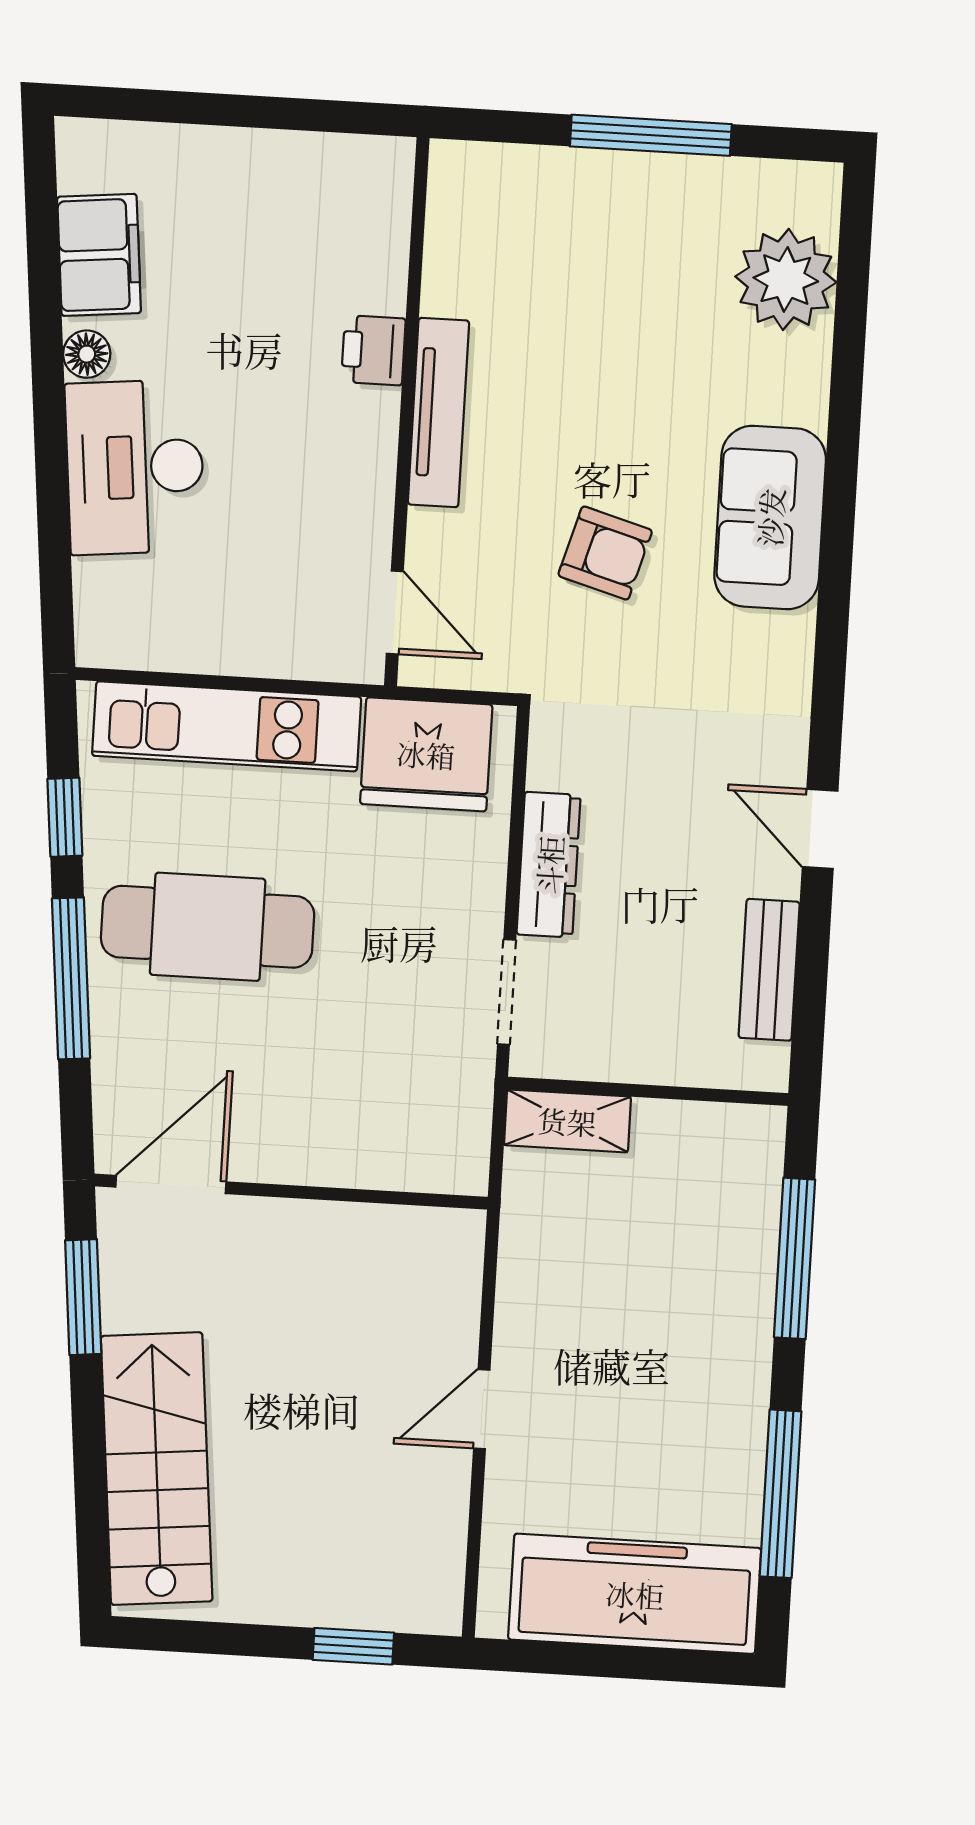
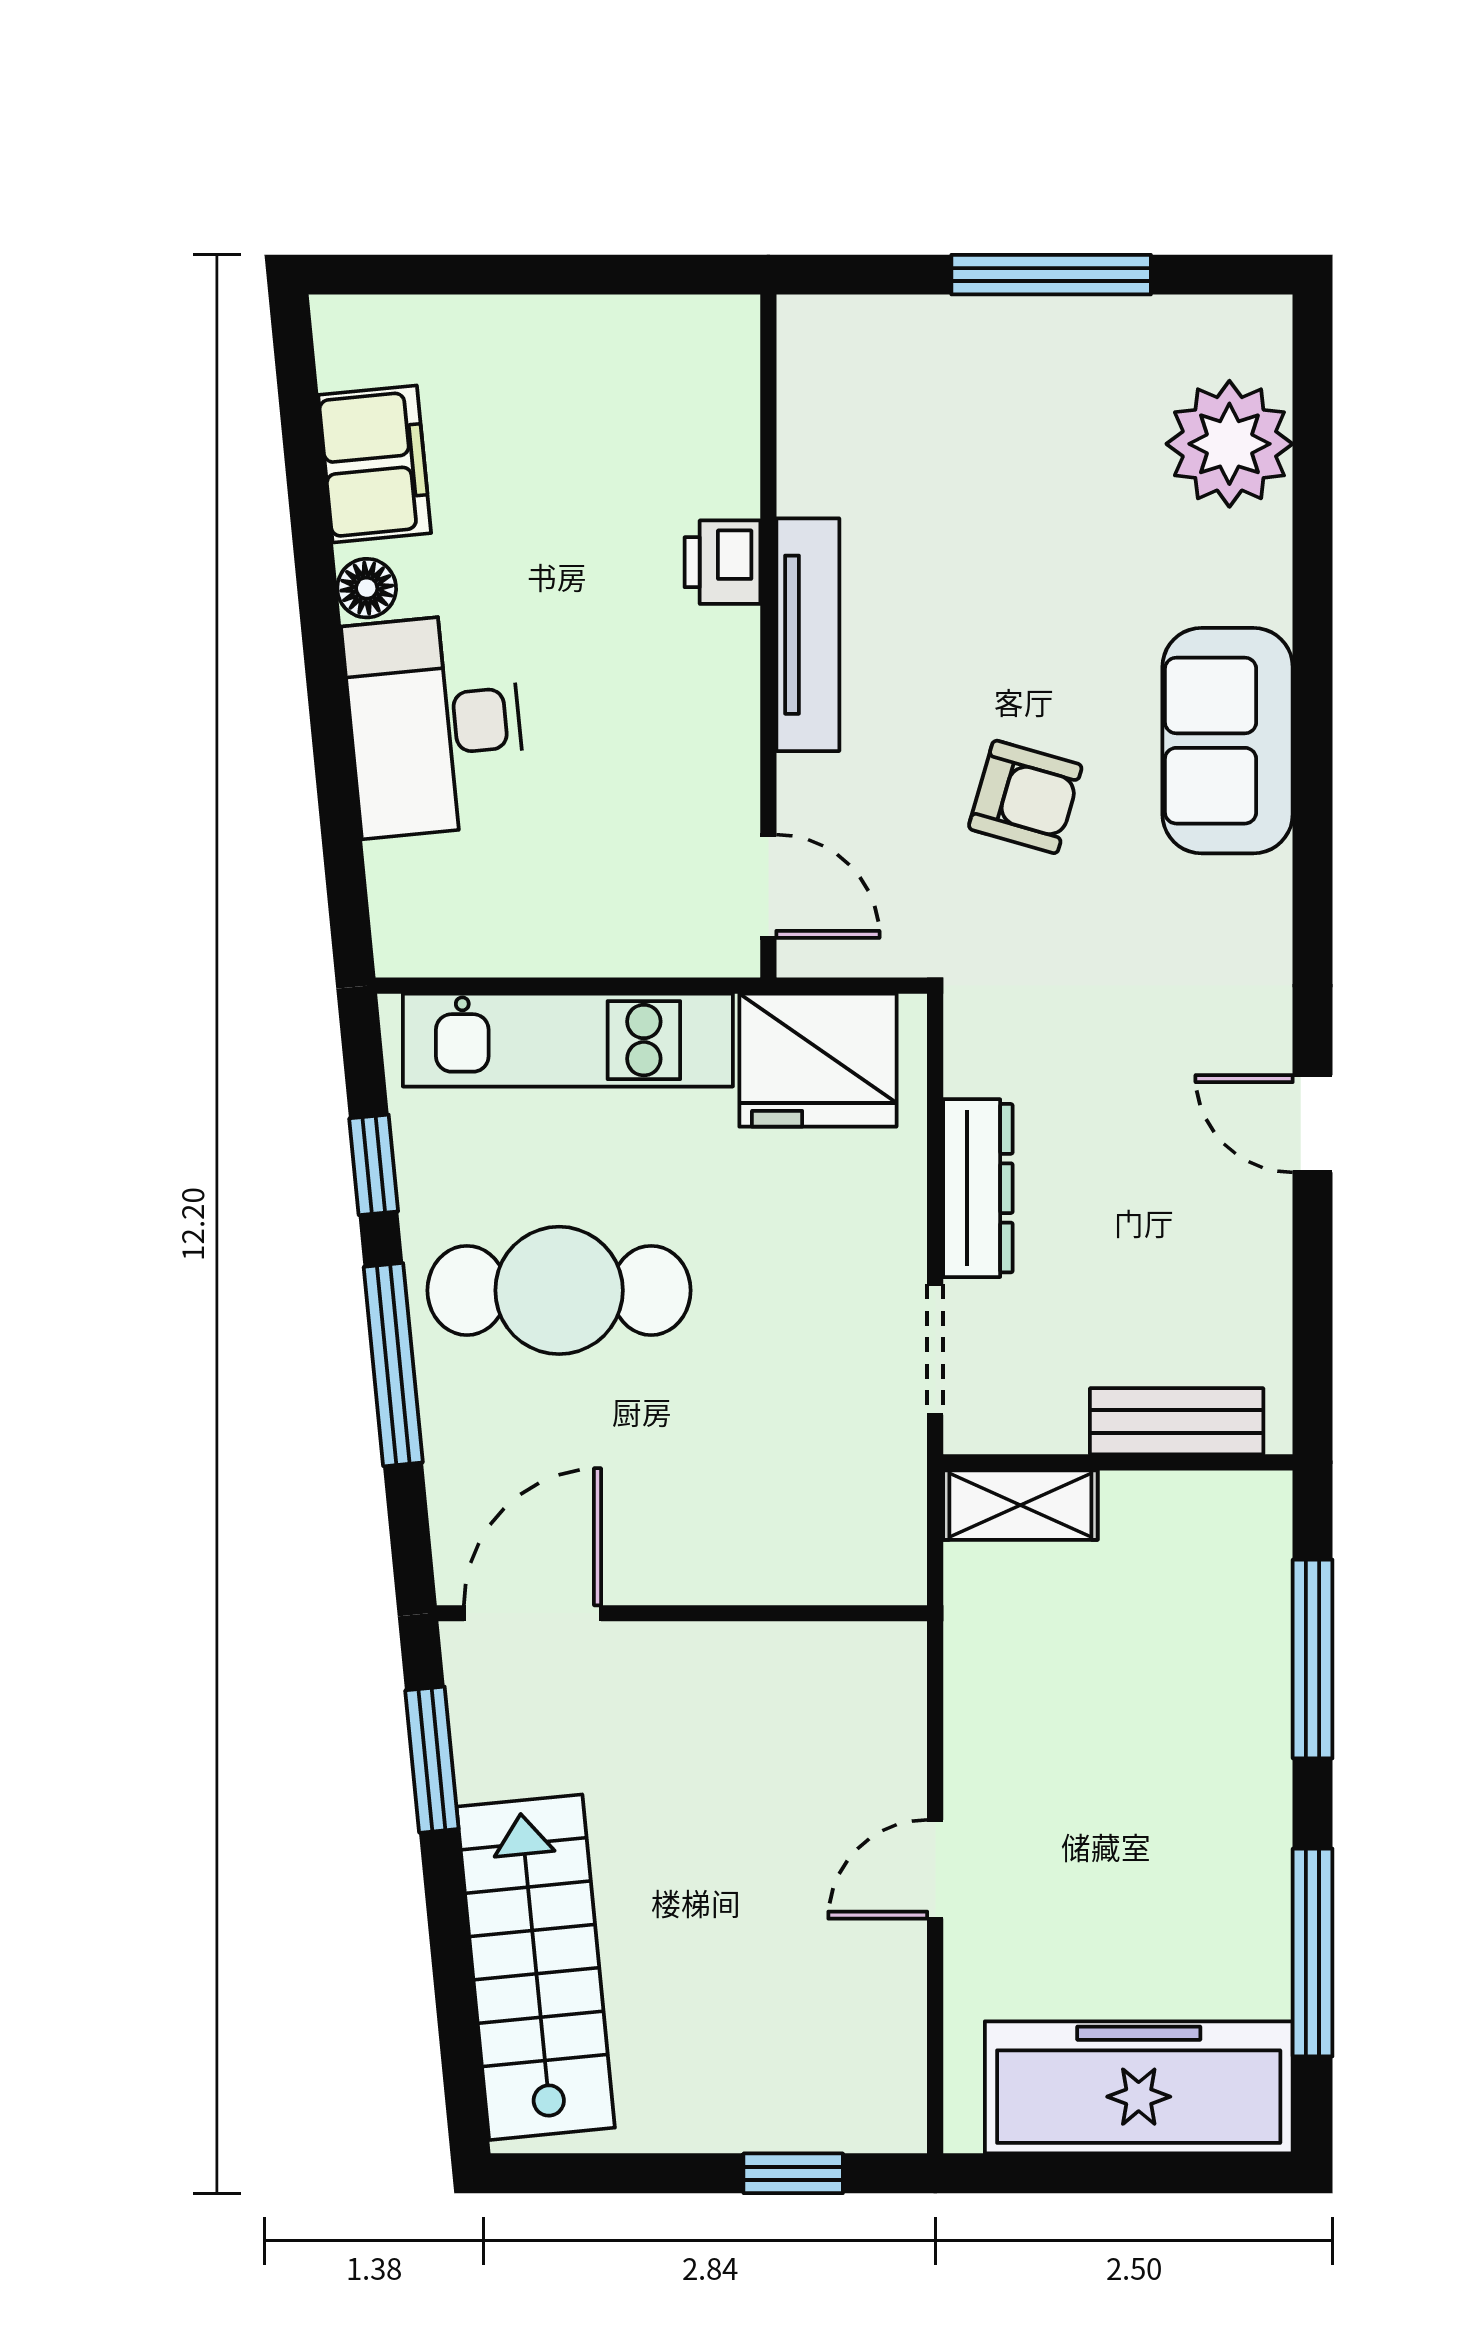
bench: (769, 970) -> (1177, 1421), moved, turned 90

